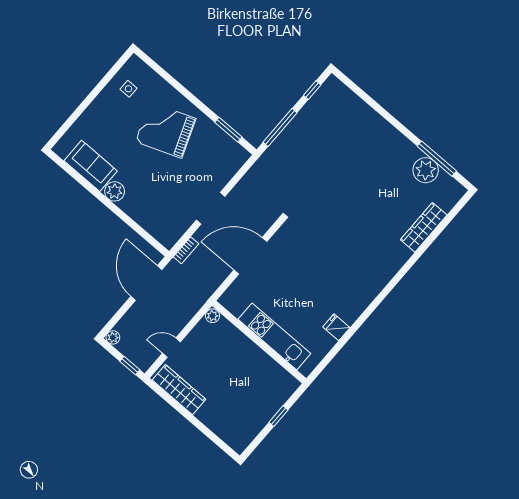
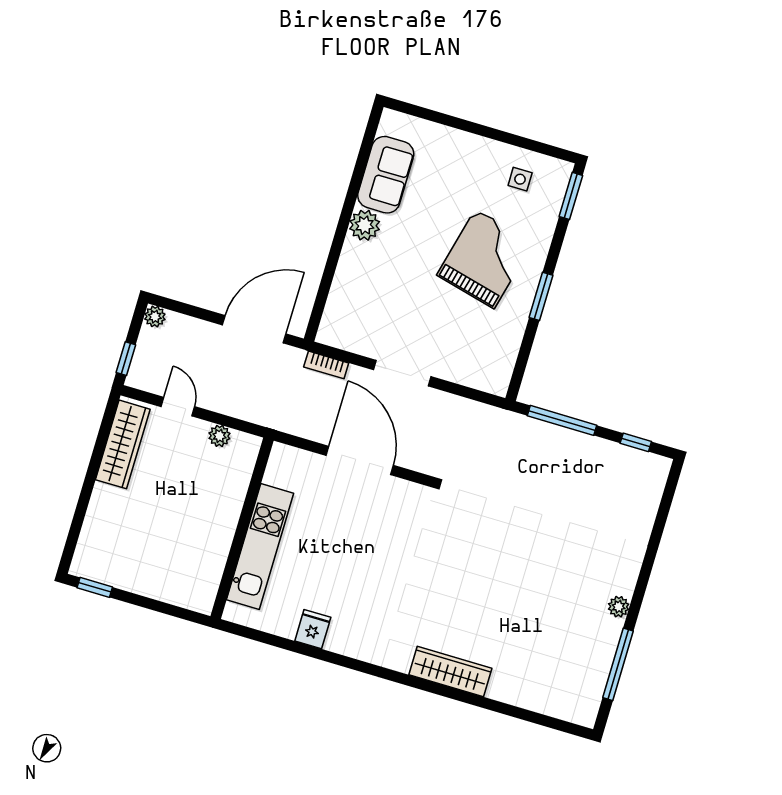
window: (152, 64) -> (571, 196), added
grand piano: (166, 130) -> (485, 259), turned 35
window: (228, 130) -> (541, 296), moved
plant: (426, 170) -> (619, 607), moved, width x0.53, depth x0.53
wardrobe: (424, 227) -> (450, 672), moved
plant: (213, 316) -> (219, 436), moved
window: (278, 416) -> (95, 587), moved

